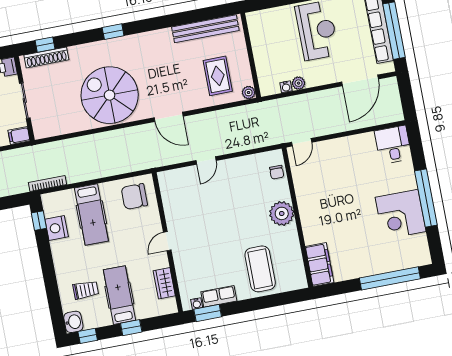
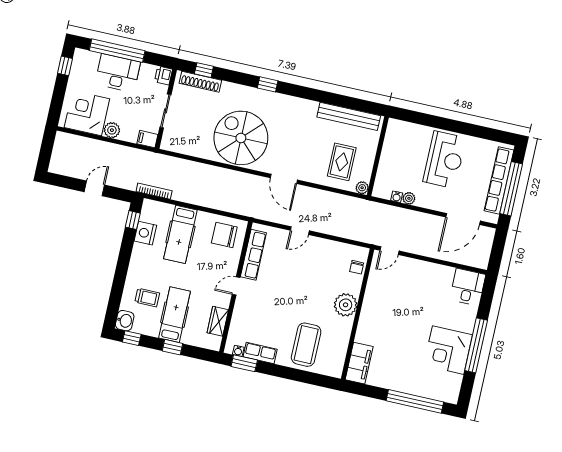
row of seats: (171, 204) -> (253, 255), added

